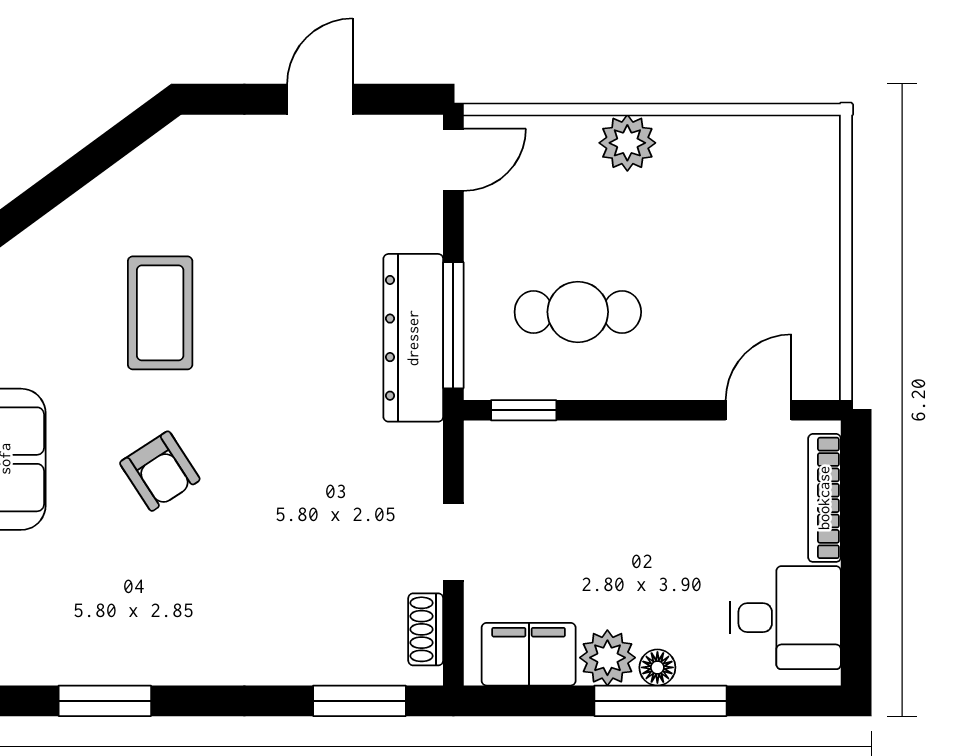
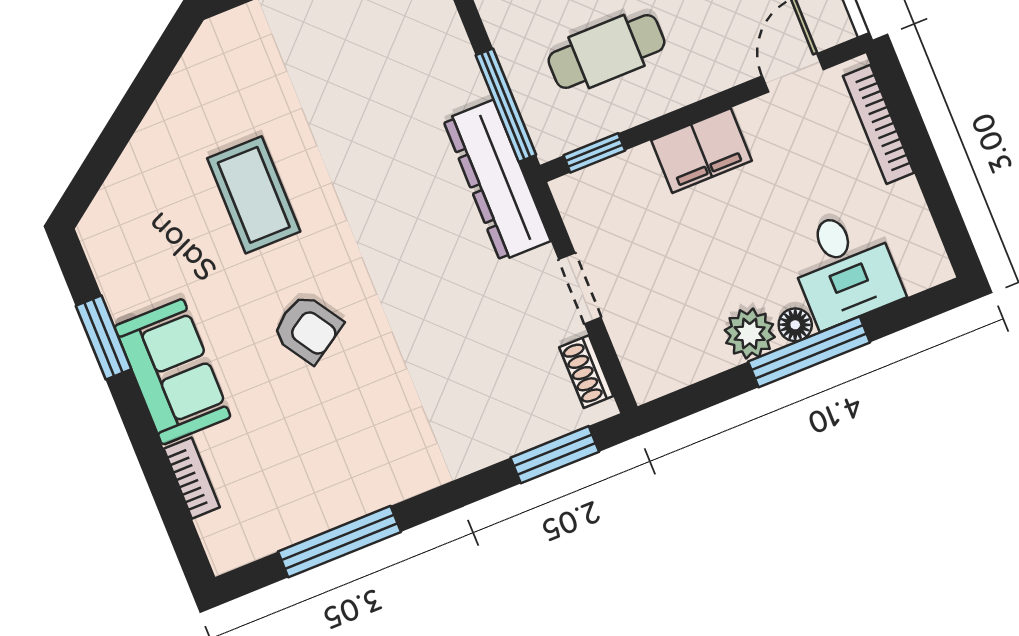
dresser: (413, 338) -> (497, 181), moved
desk: (785, 618) -> (845, 268), moved, turned 90
filing cabinet: (529, 654) -> (702, 151), moved, turned 180
window: (105, 701) -> (339, 542), width x1.44

